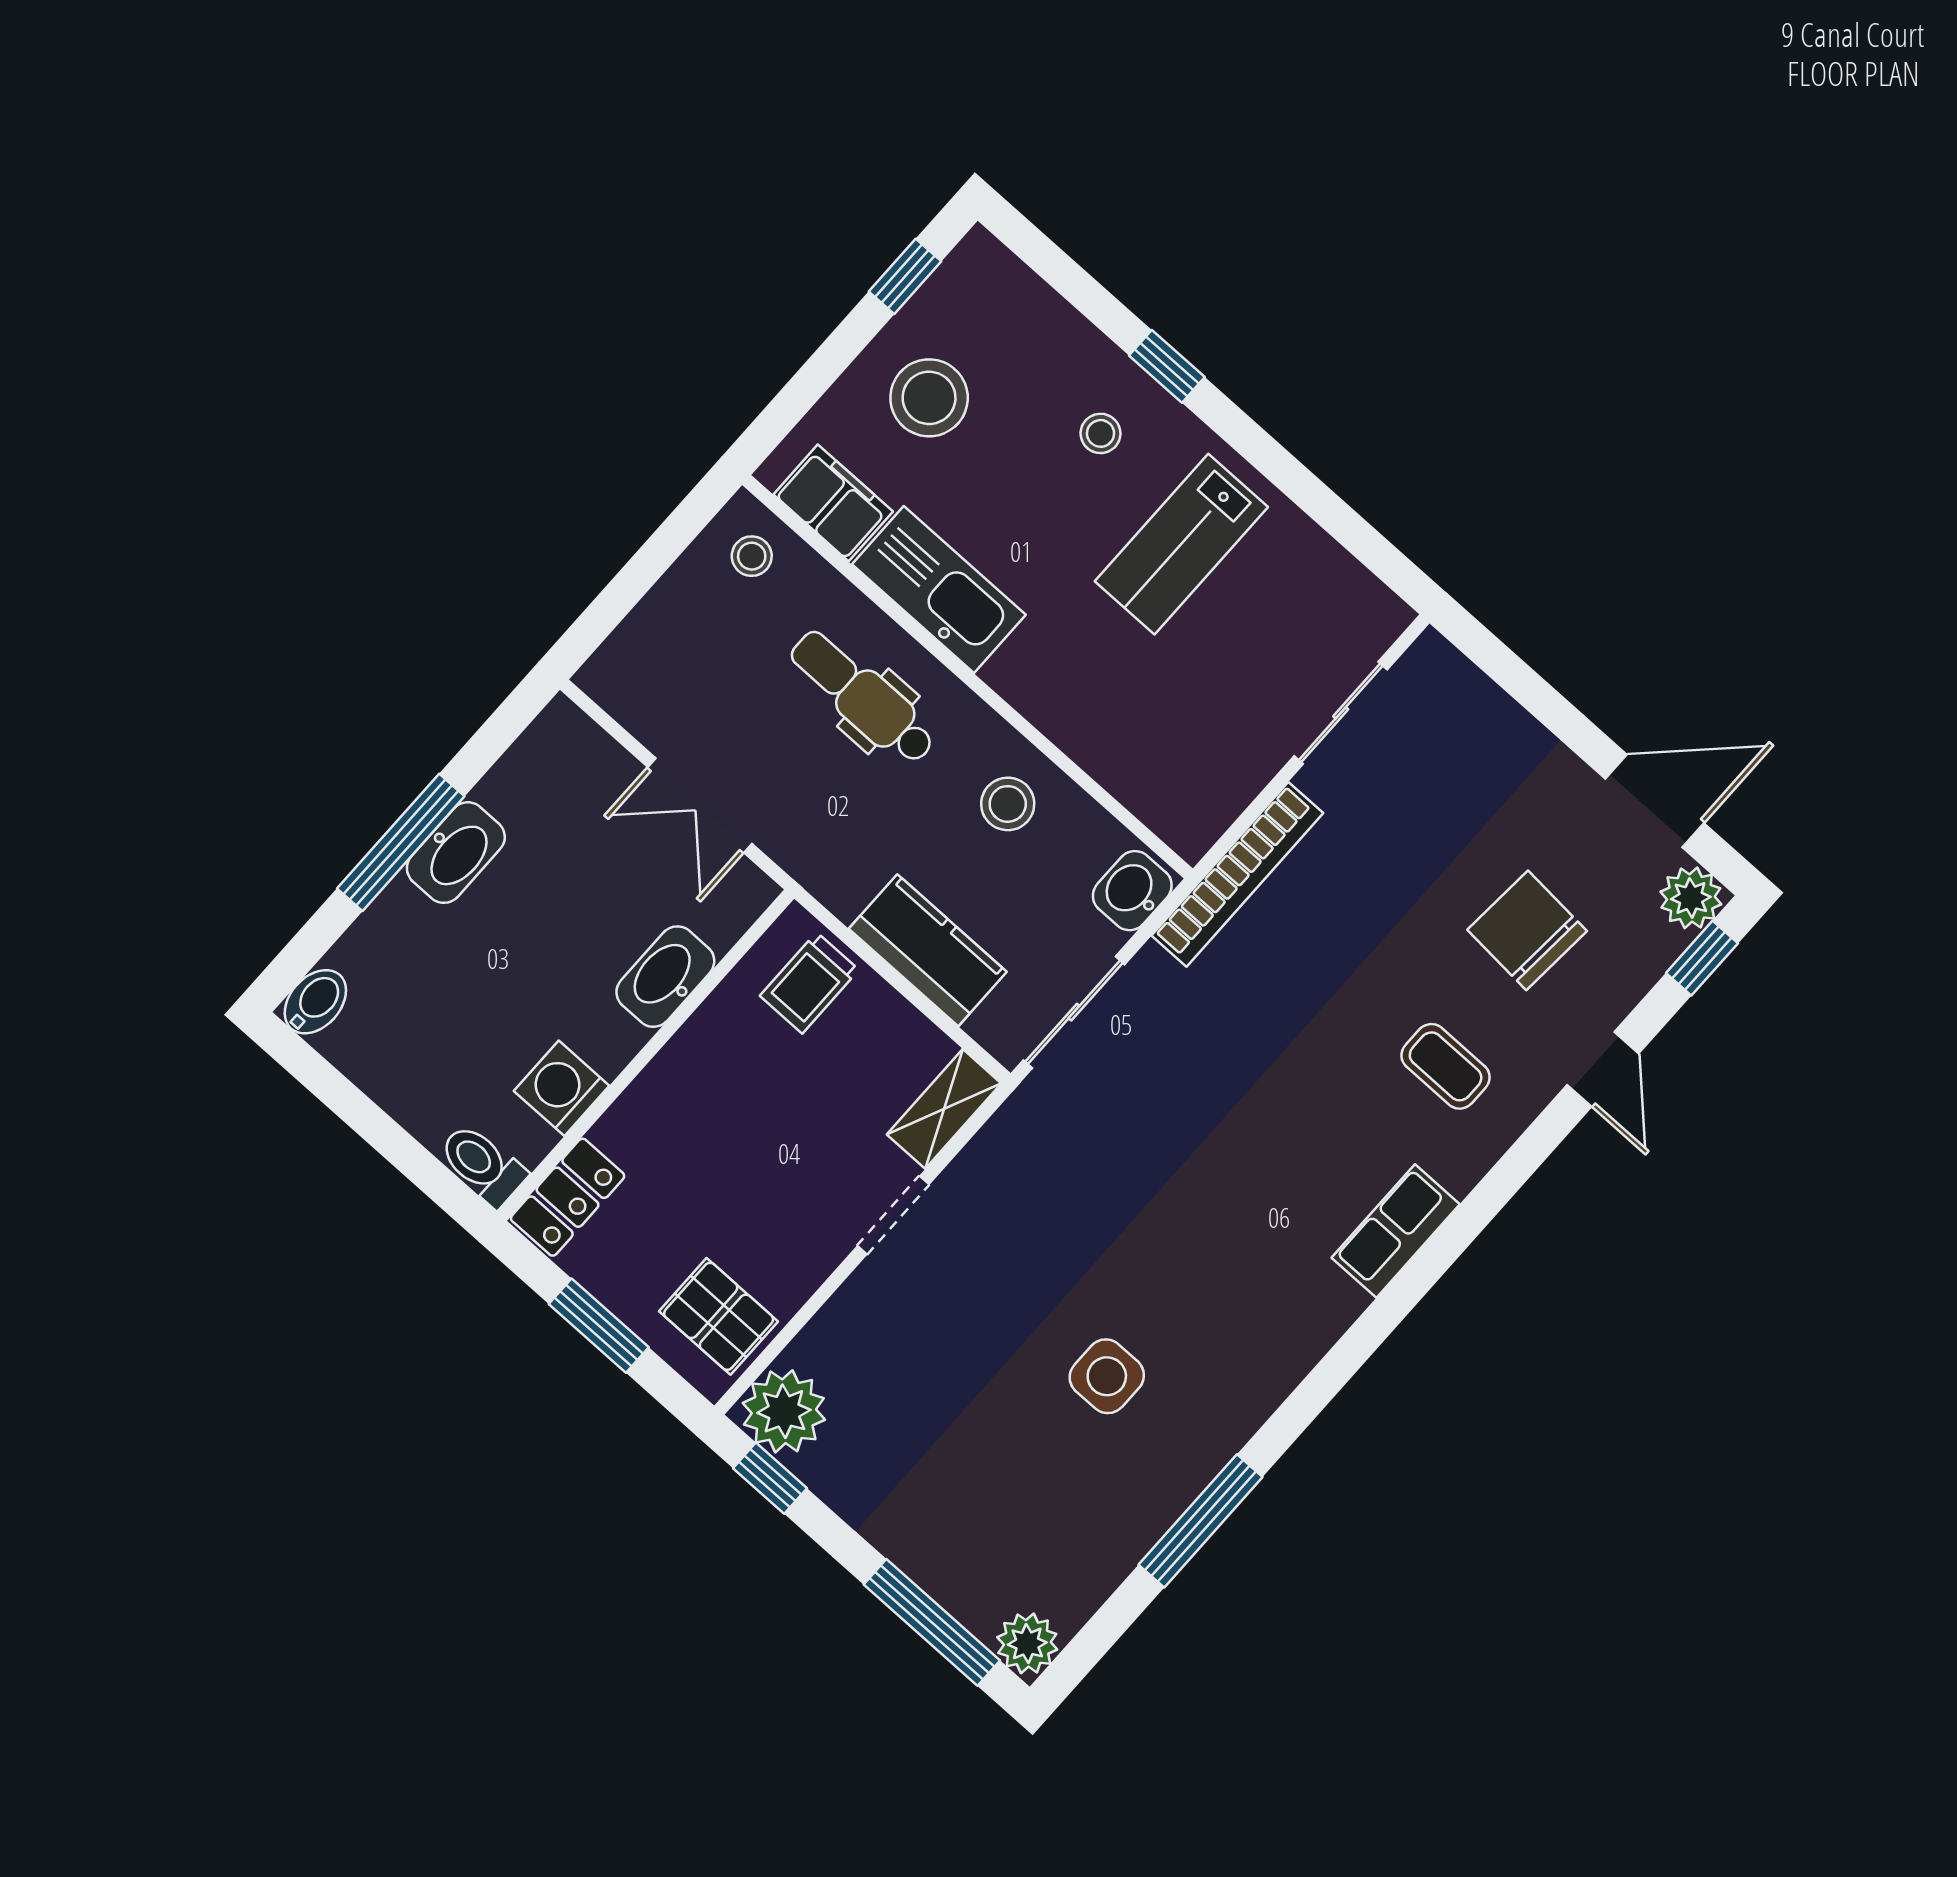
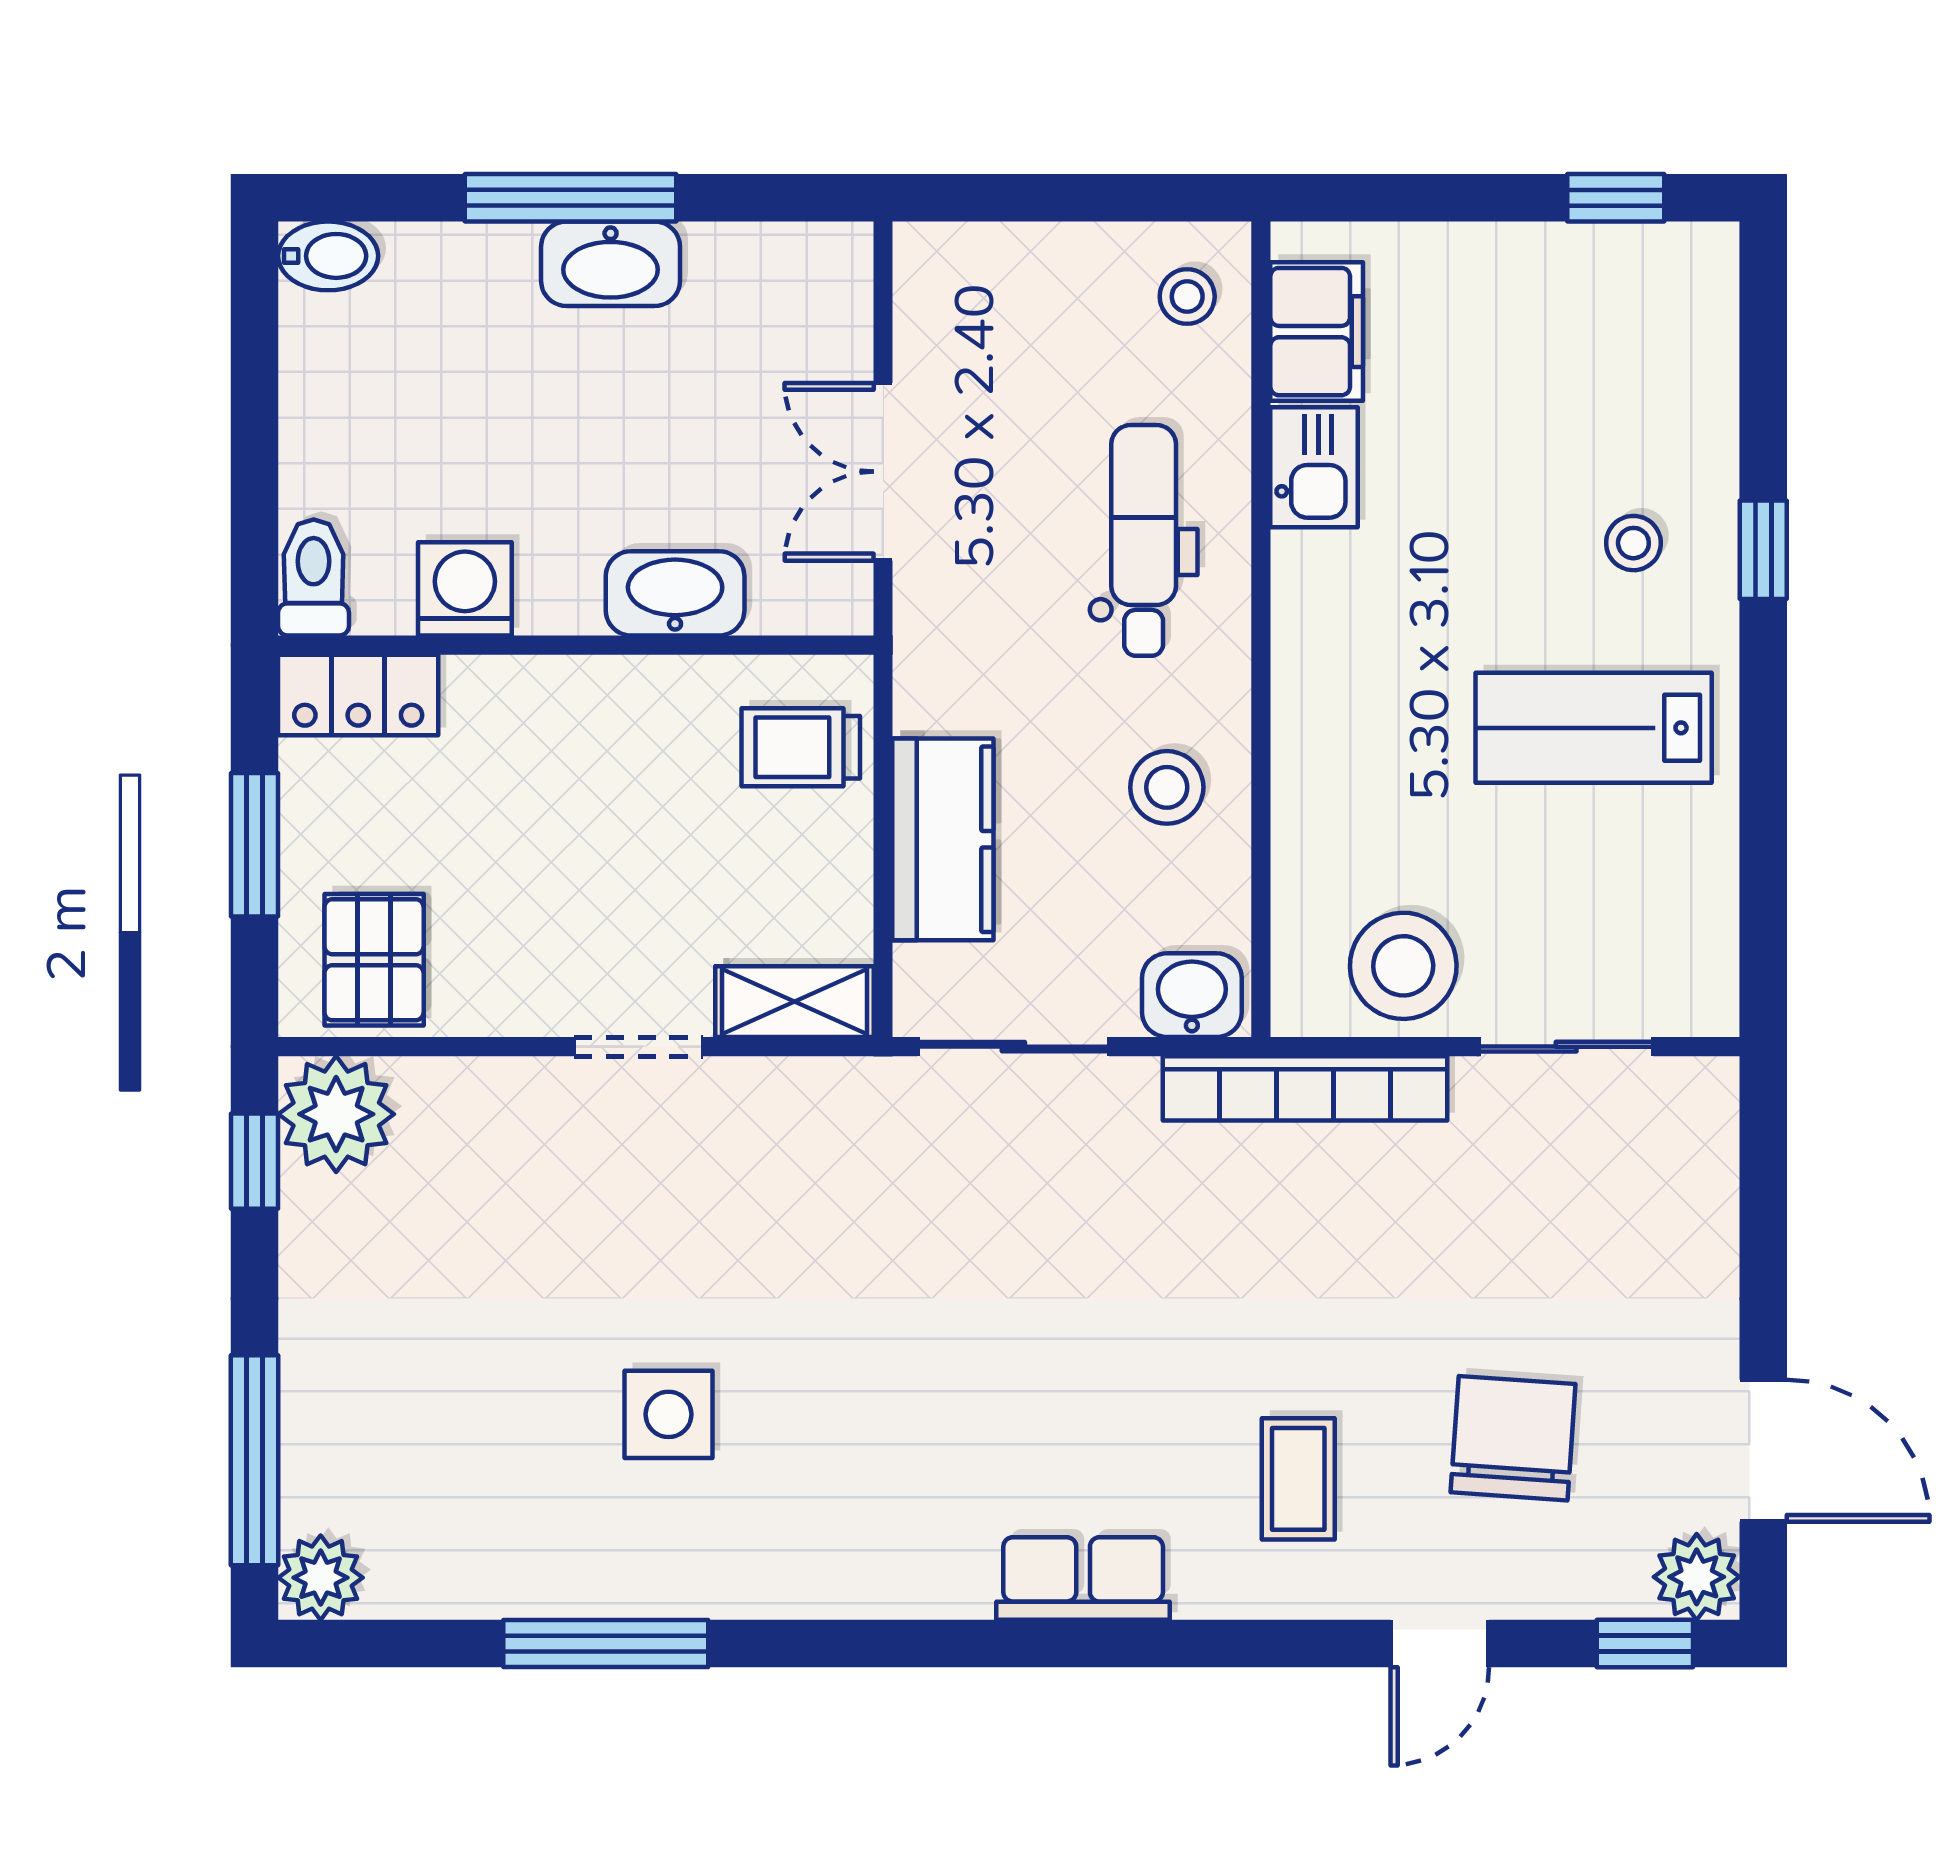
stool: (929, 398) -> (1403, 966), moved
kitchen sink: (939, 590) -> (1314, 467), width x0.53, depth x0.81

